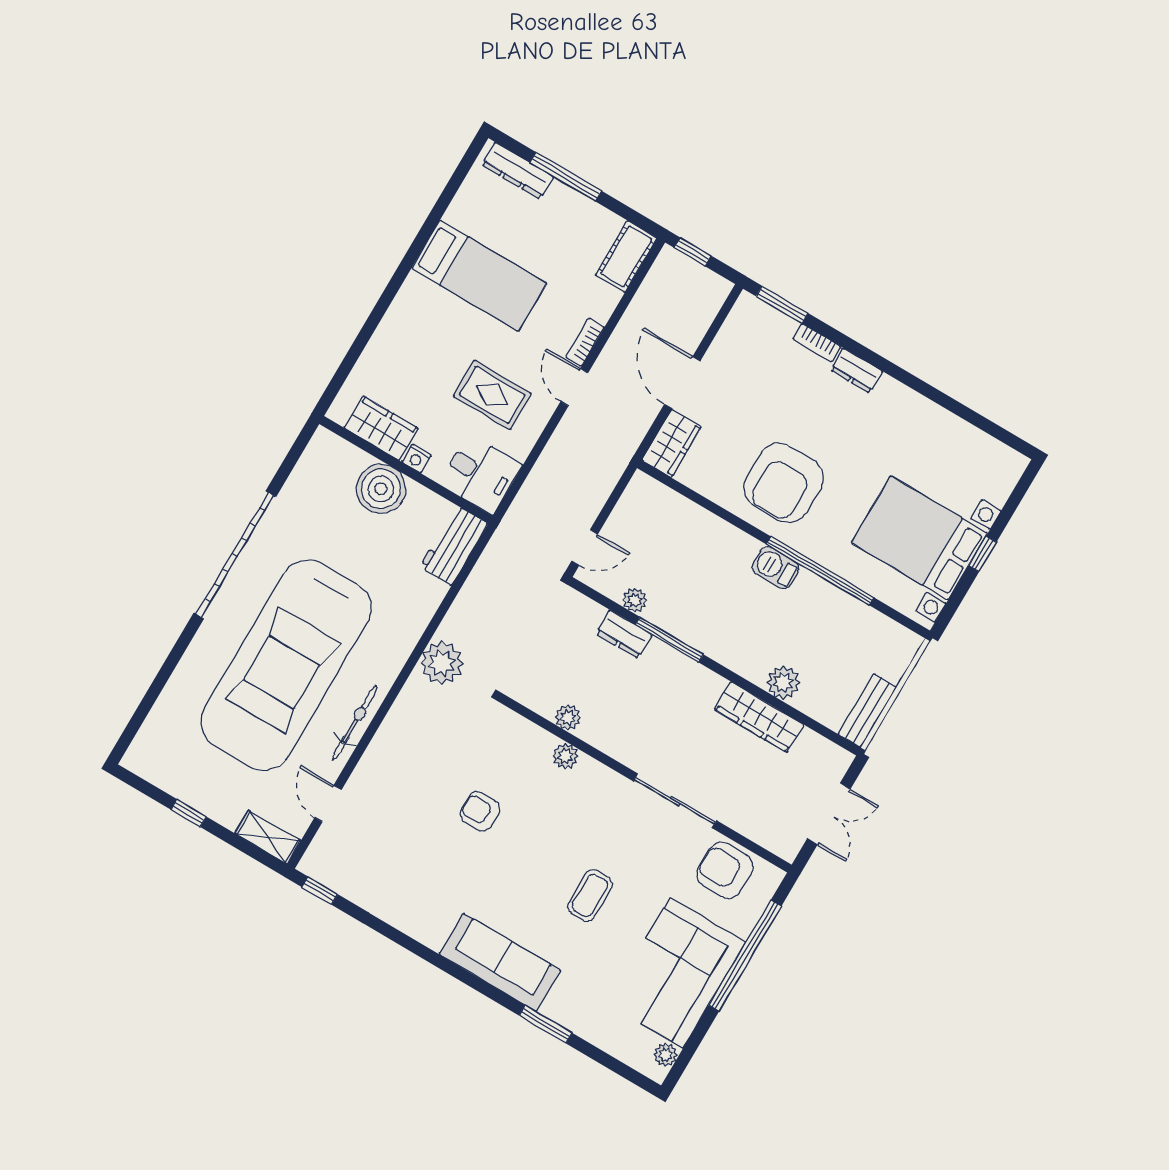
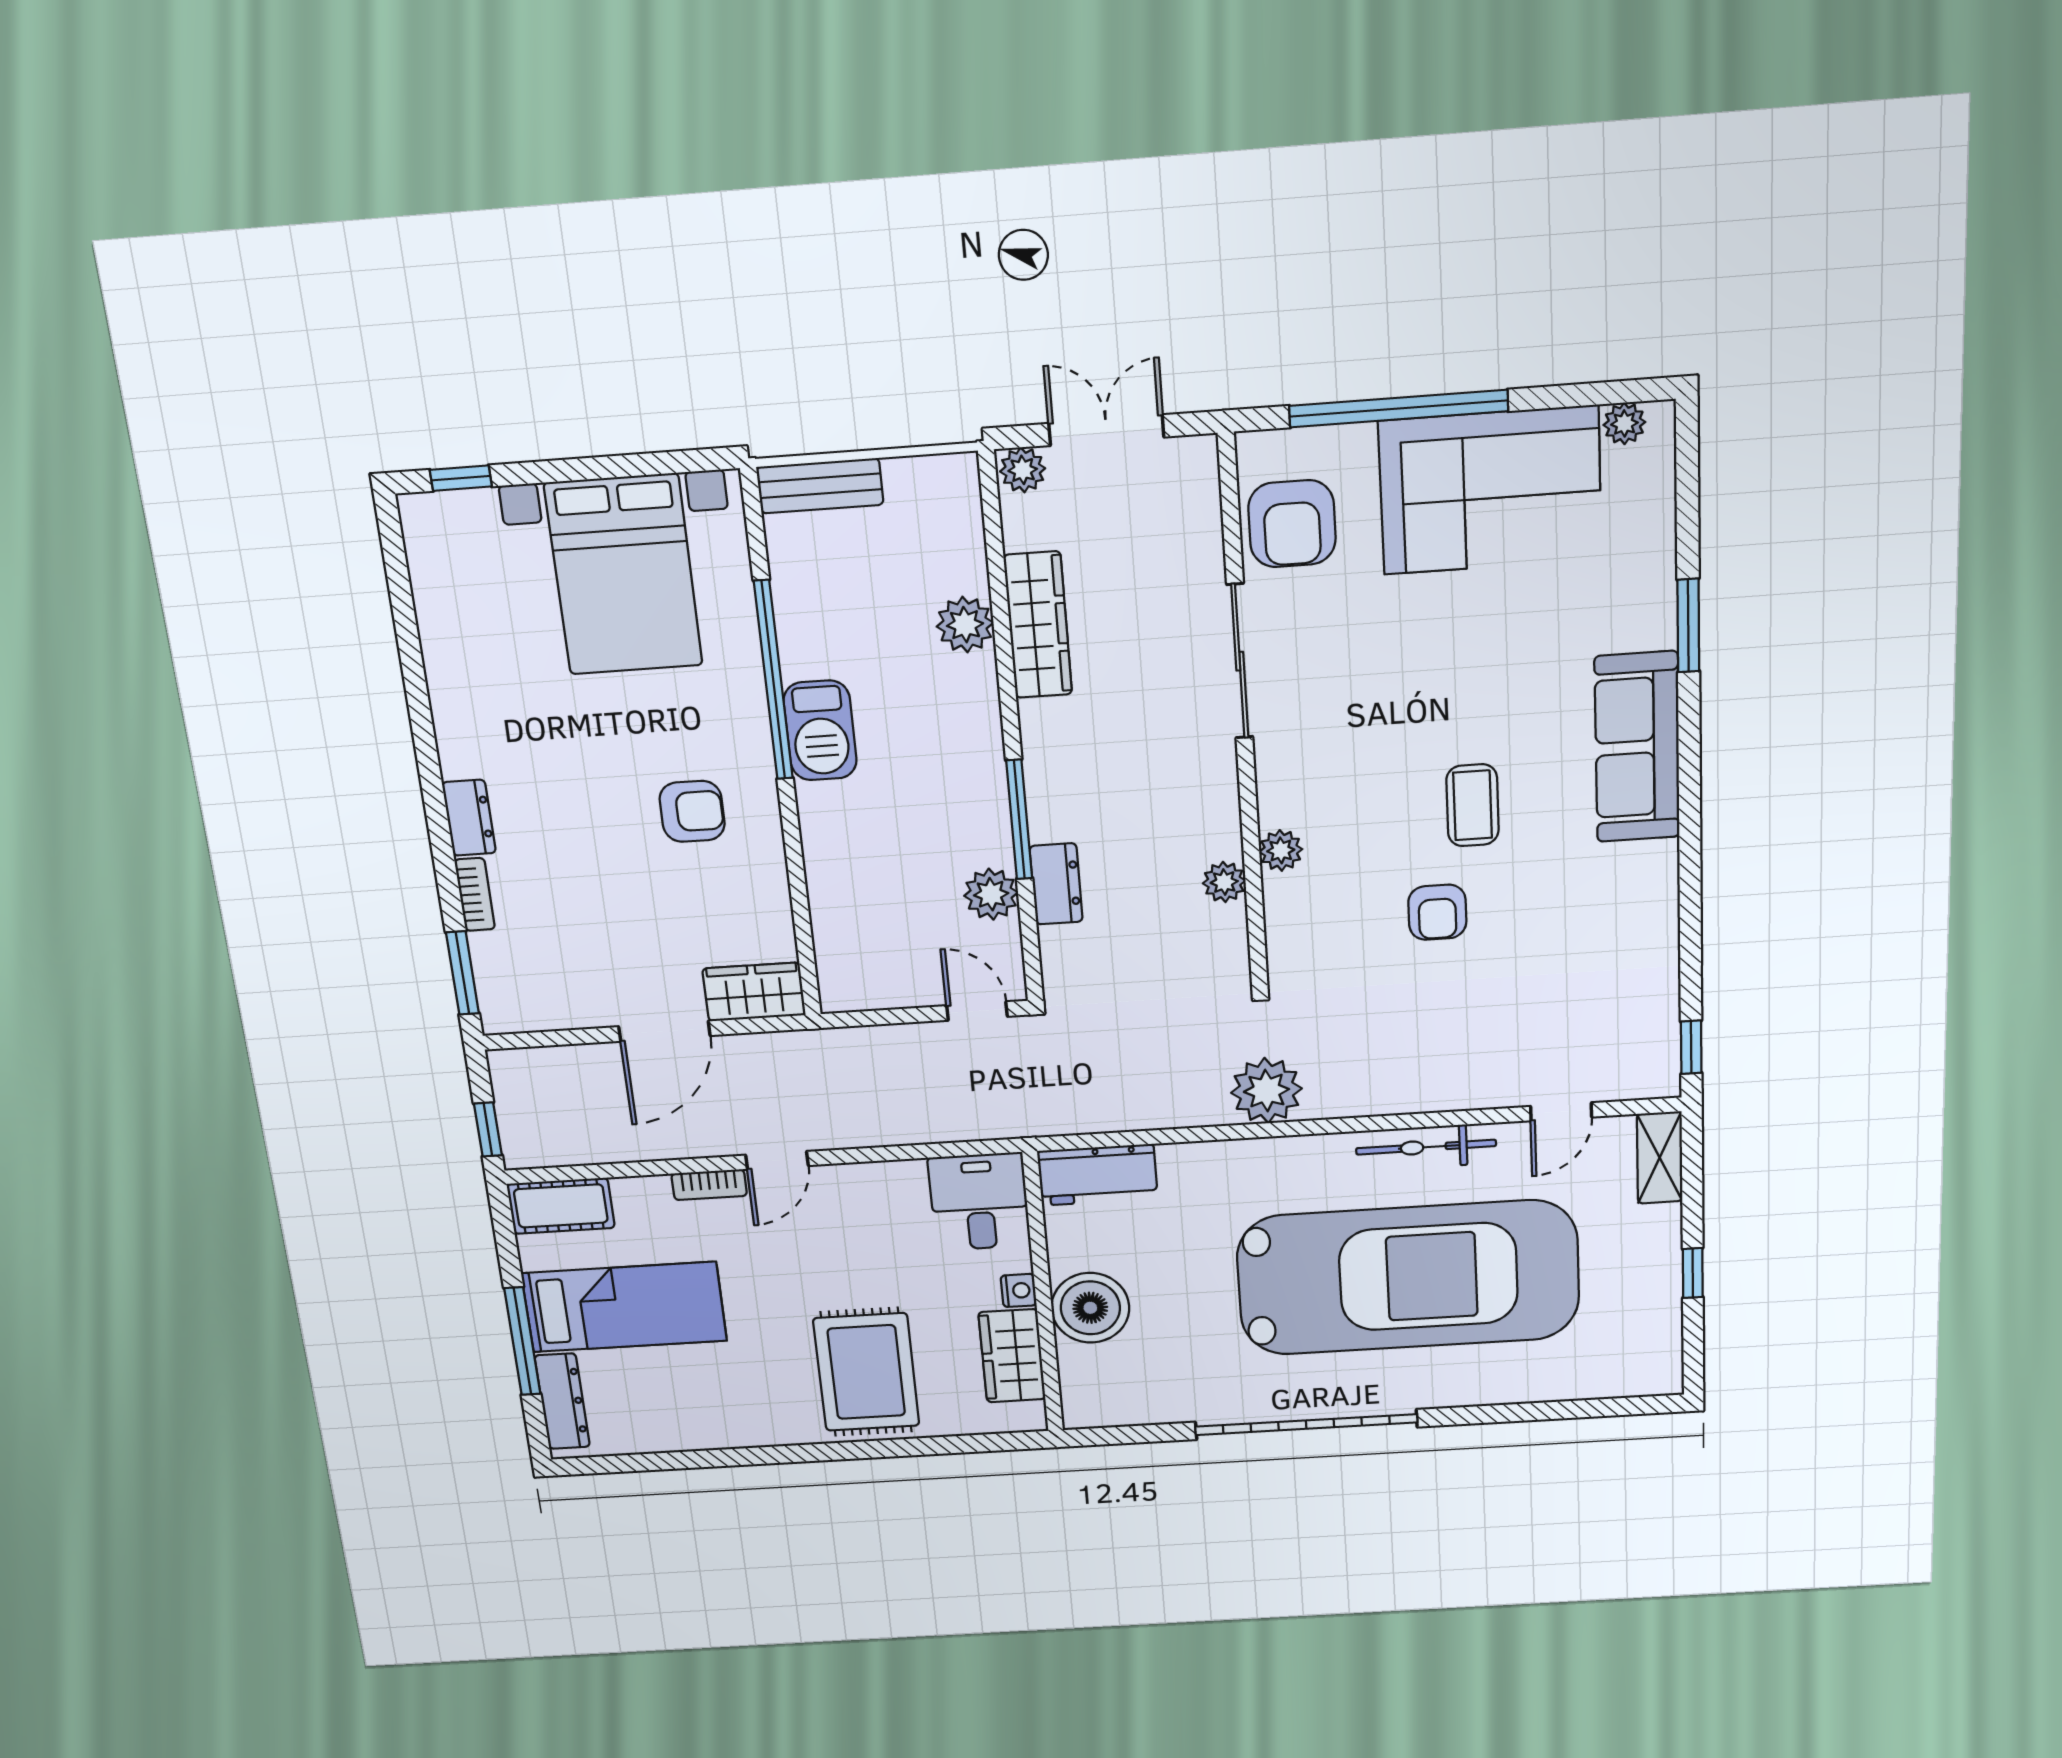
bed: (479, 276) -> (624, 1307), moved, turned 90
rug: (492, 395) -> (866, 1372), moved, width x1.36, depth x1.43
armchair: (784, 483) -> (692, 811), width x0.53, depth x0.53
window: (983, 554) -> (461, 478), moved
barbecue: (775, 568) -> (820, 730), width x1.38, depth x1.27
plant: (635, 600) -> (991, 894), width x1.38, depth x1.38
bench: (867, 711) -> (820, 486), moved
plant: (837, 762) -> (1023, 470), added
coffee table: (590, 895) -> (1473, 805), moved, turned 90

